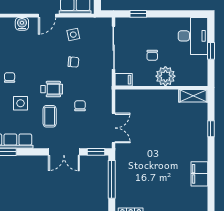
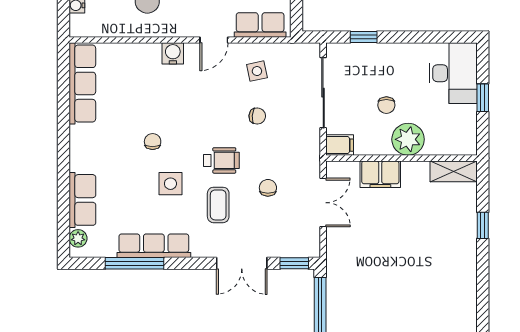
double door: (114, 128) -> (323, 203), moved
filing cabinet: (199, 174) -> (380, 174), moved, turned -90

